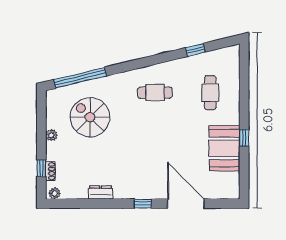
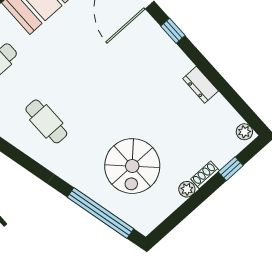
shoe rack: (50, 171) -> (205, 175), moved

